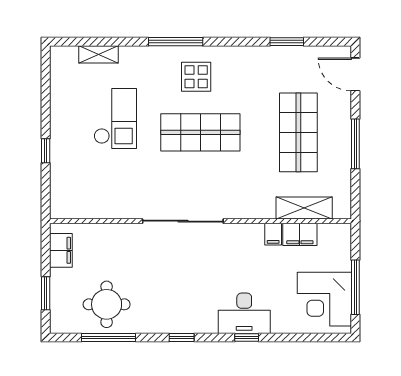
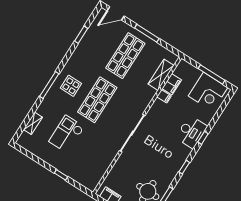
checkout: (115, 119) -> (67, 134), turned -90
shop shelf: (298, 132) -> (125, 56), turned 90

